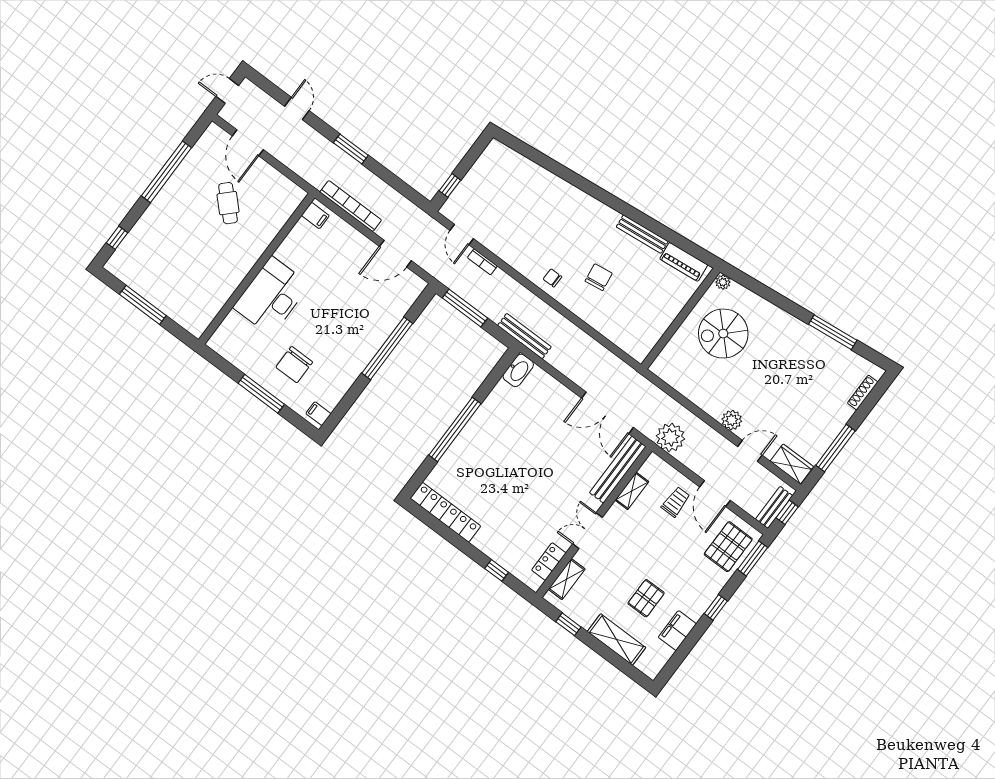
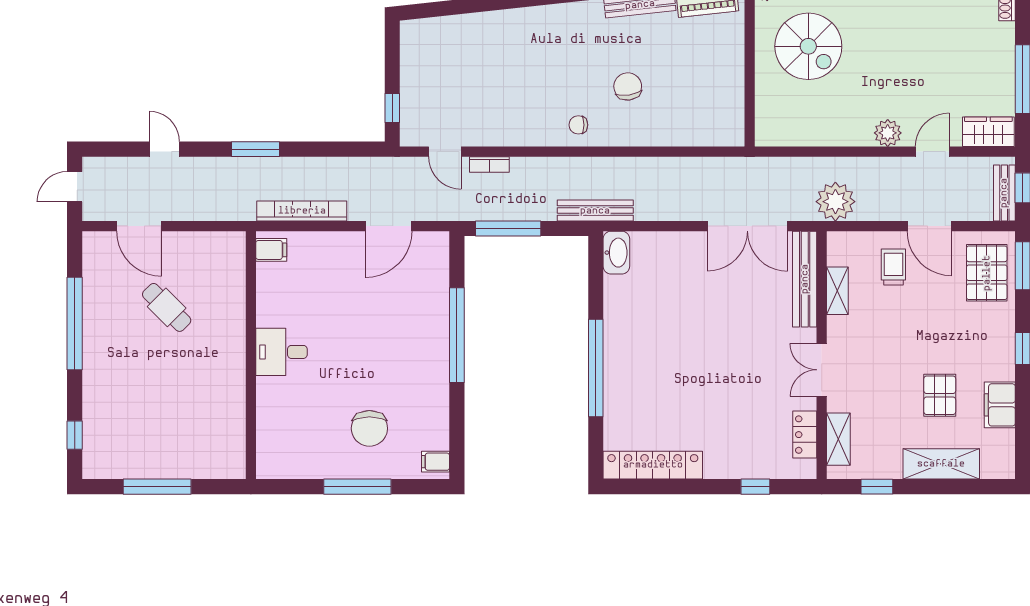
desk: (271, 296) -> (281, 352), width x0.53, depth x0.77
spiral stairs: (723, 334) -> (808, 46), turned -90

